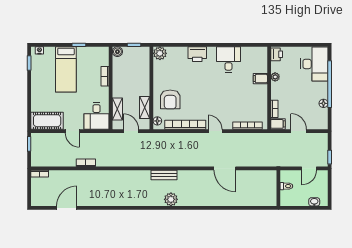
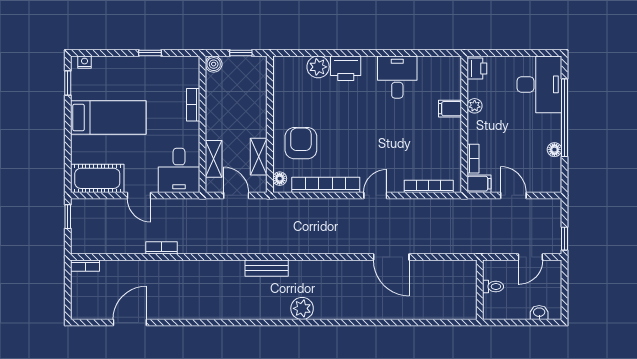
plant: (160, 53) -> (318, 67), moved
bed: (66, 69) -> (108, 117), moved, turned -90
armchair: (170, 99) -> (301, 143), turned 180
door: (215, 131) -> (375, 195), hinge flipped
bench: (164, 175) -> (267, 268), moved

